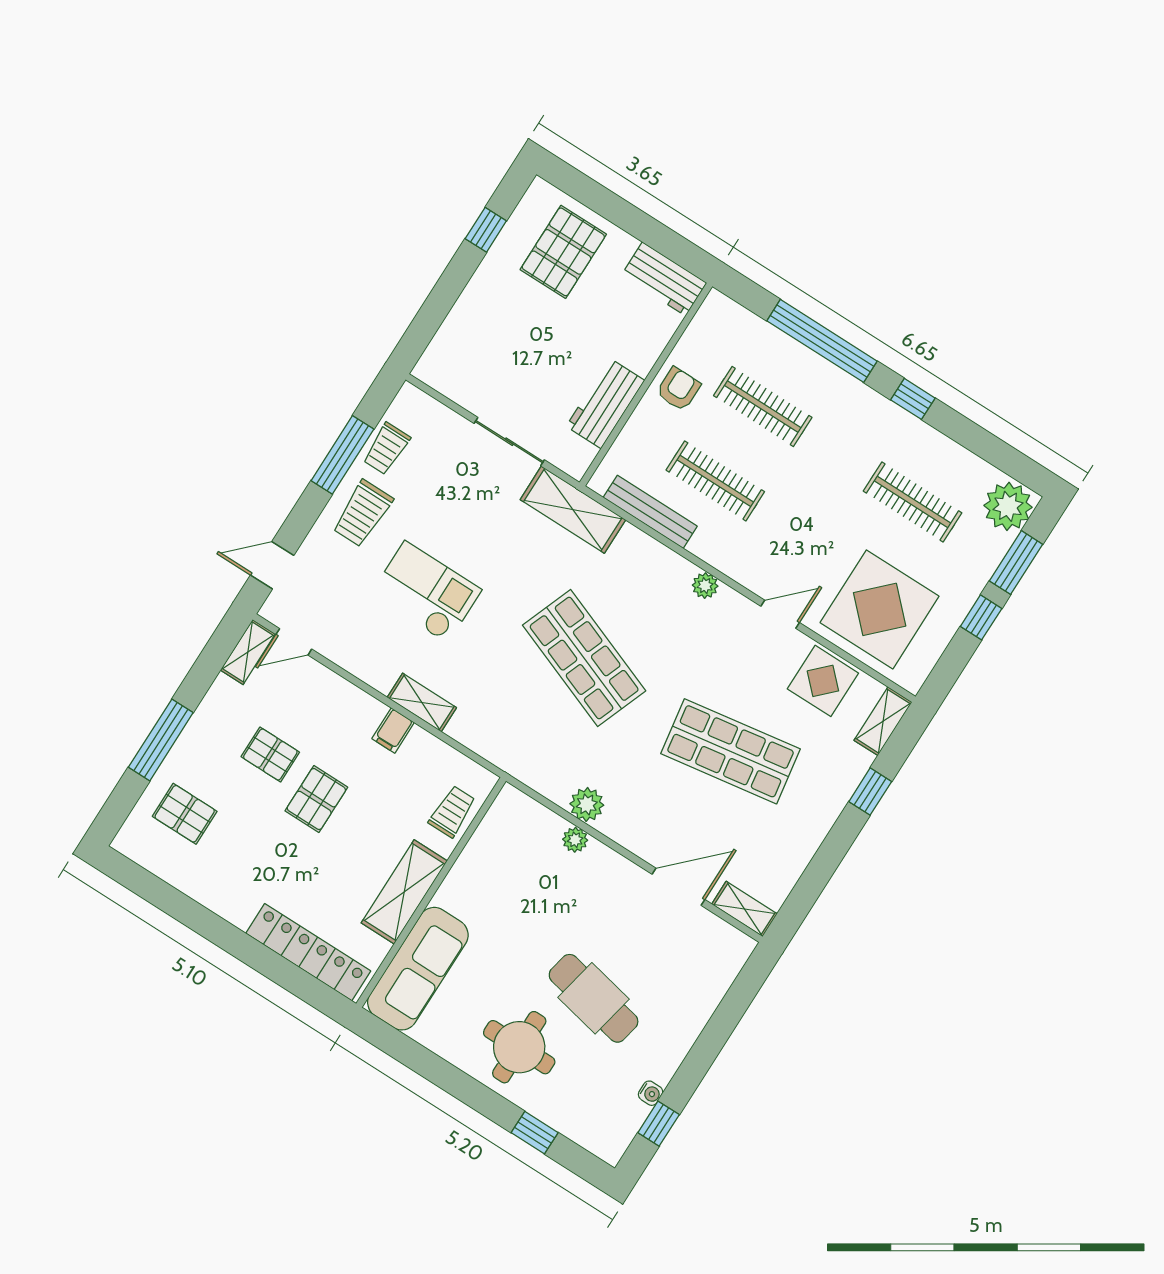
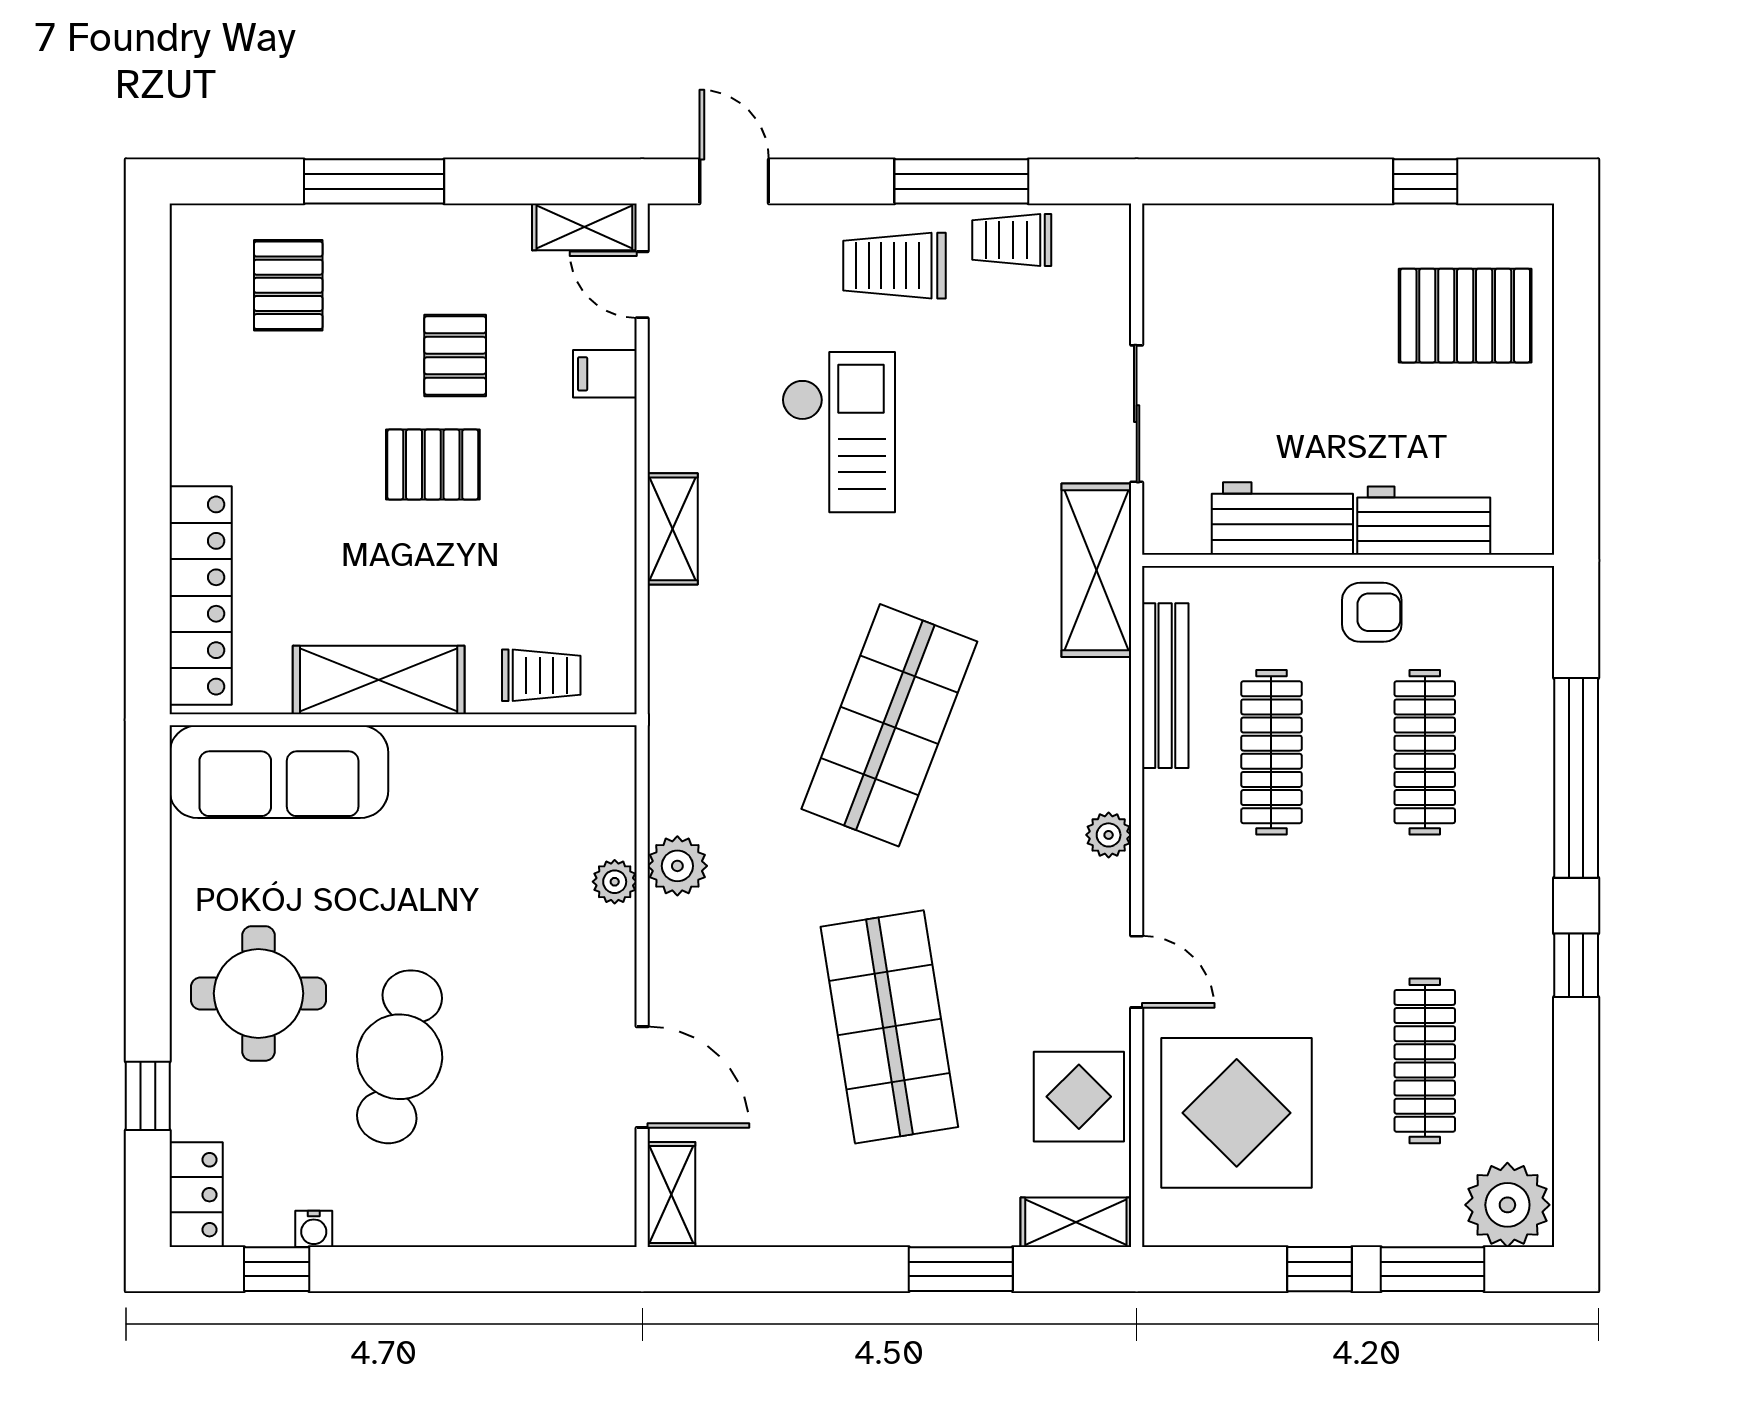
workbench: (664, 279) -> (1424, 521), moved, turned 90
filing cabinet: (393, 730) -> (605, 374), moved
window: (870, 792) -> (961, 1269), width x1.50
locker: (598, 1140) -> (196, 1195), added

